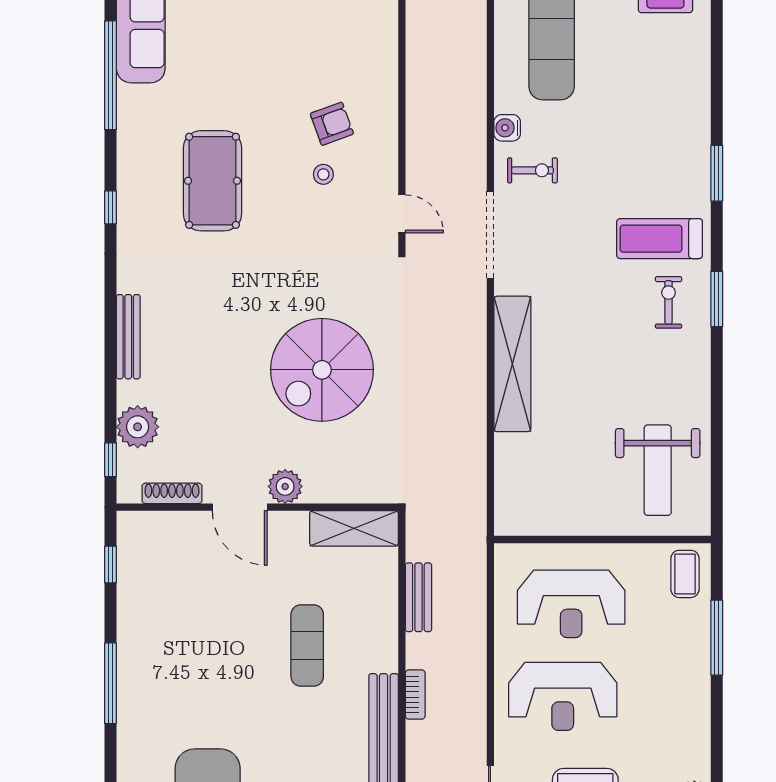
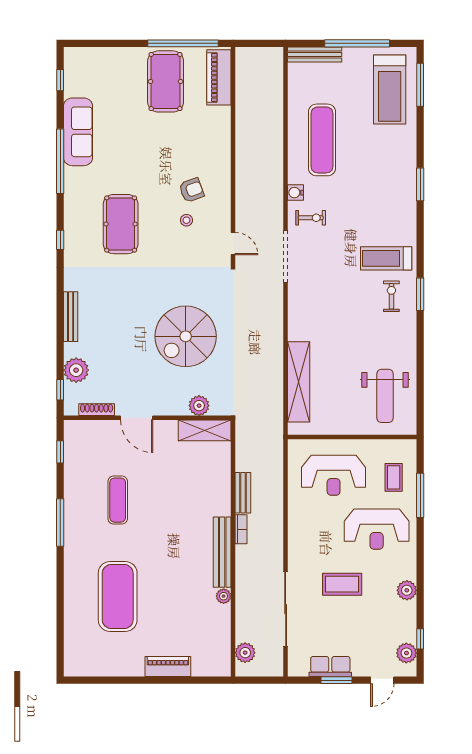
window: (717, 173) -> (420, 184), moved
shelving: (512, 364) -> (299, 382), moved
plant: (285, 486) -> (199, 406), moved
coffee table: (685, 574) -> (394, 477), moved
bench: (418, 597) -> (243, 493), moved
exercise mat: (307, 645) -> (118, 500), moved
reception desk: (563, 696) -> (377, 529), moved

